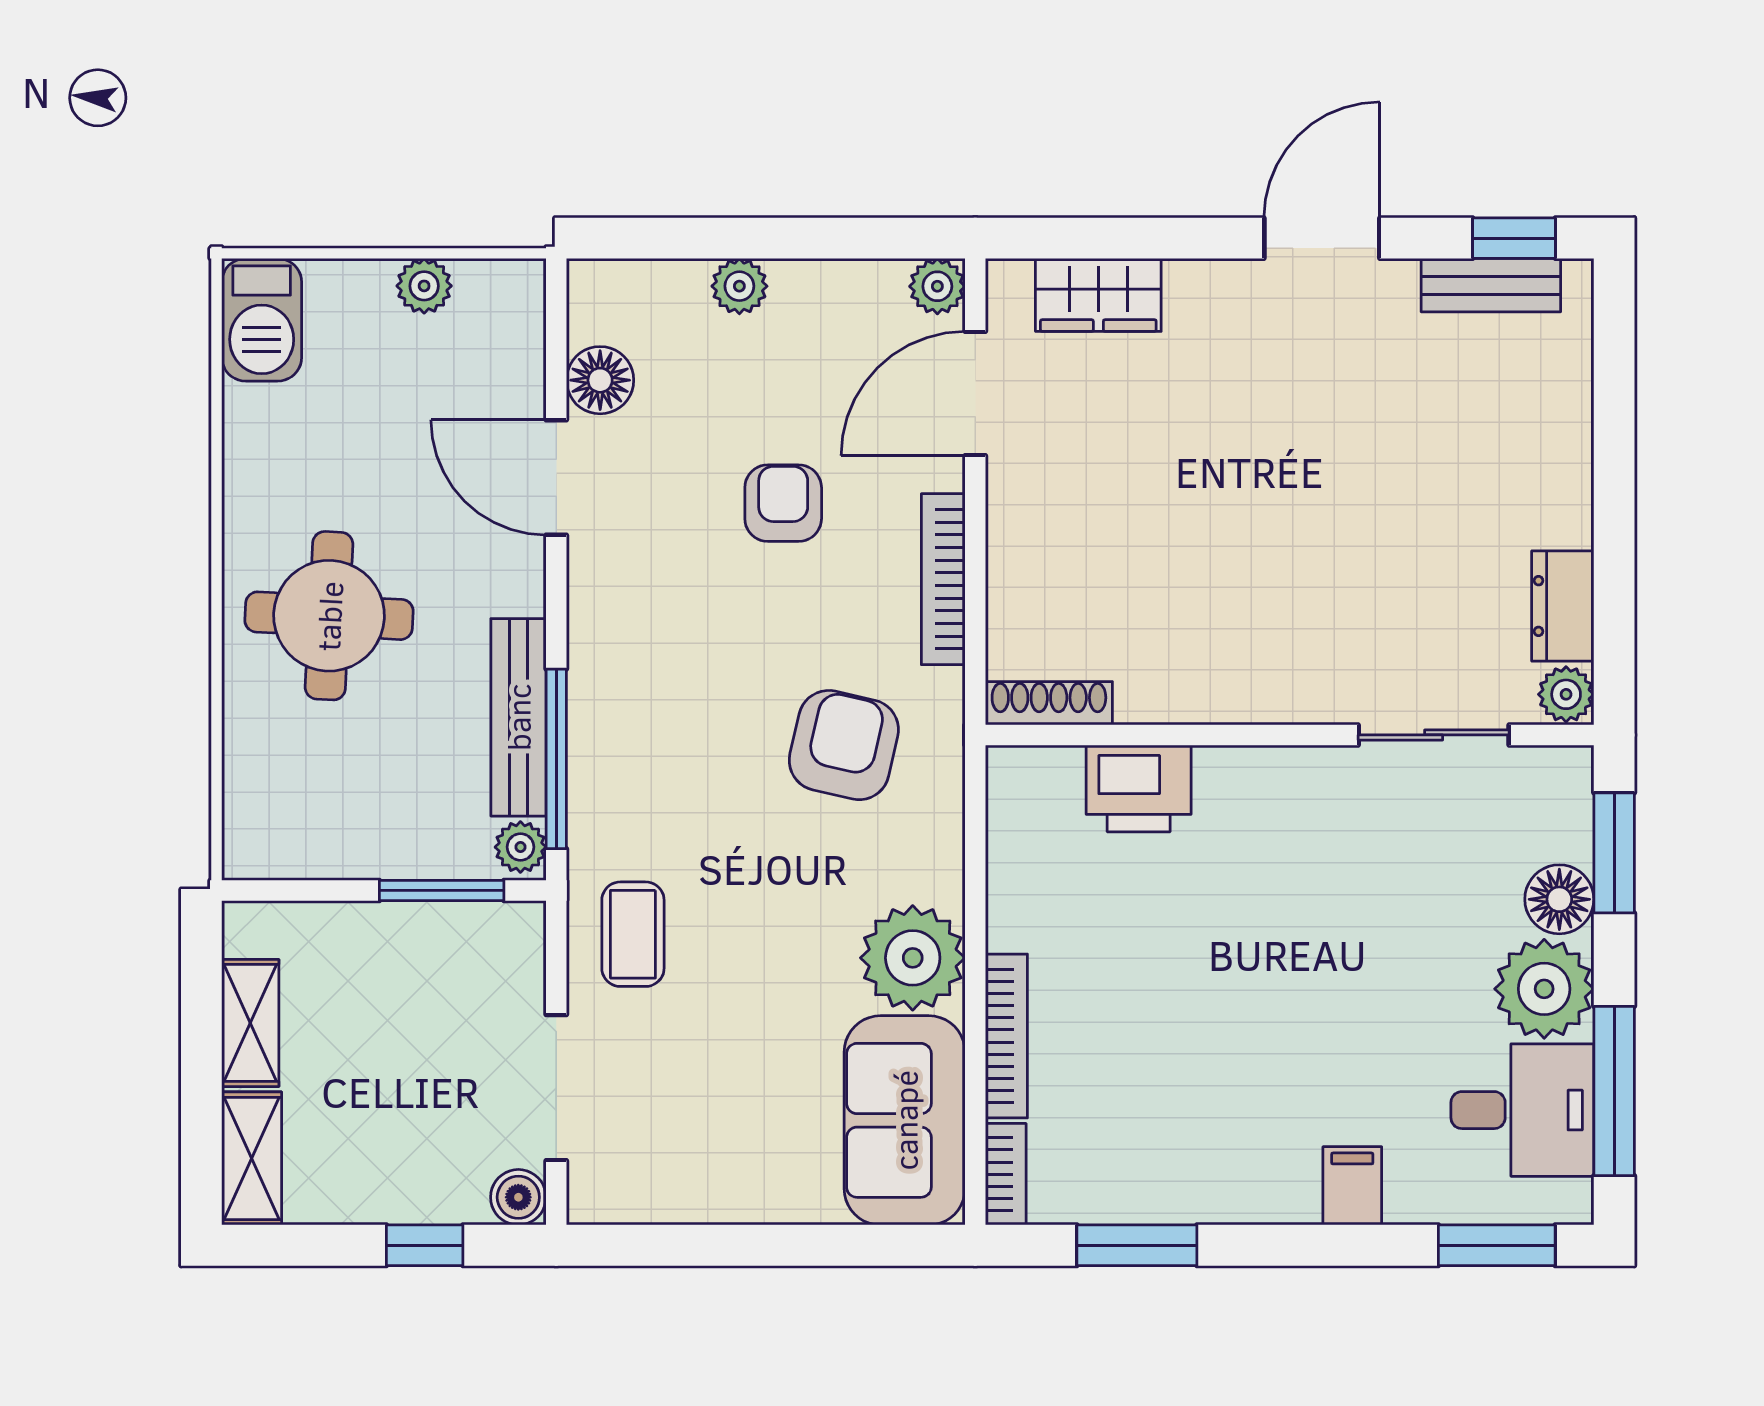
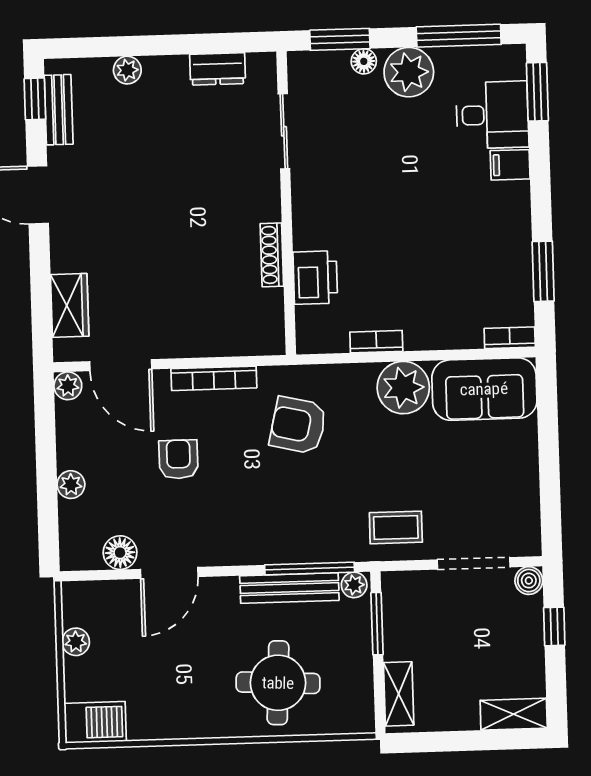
armchair: (783, 503) -> (178, 459), turned 90
round table: (329, 616) -> (278, 683), moved
plant: (1566, 694) -> (127, 70), moved
shoe rack: (1049, 703) -> (272, 255), moved
floor lamp: (1559, 899) -> (364, 61), width x0.73, depth x0.73
shelving: (250, 1023) -> (399, 694), moved, turned 90
bookcase: (1006, 1036) -> (376, 342), moved, width x0.64
desk: (1522, 1110) -> (492, 115), moved, turned 90

